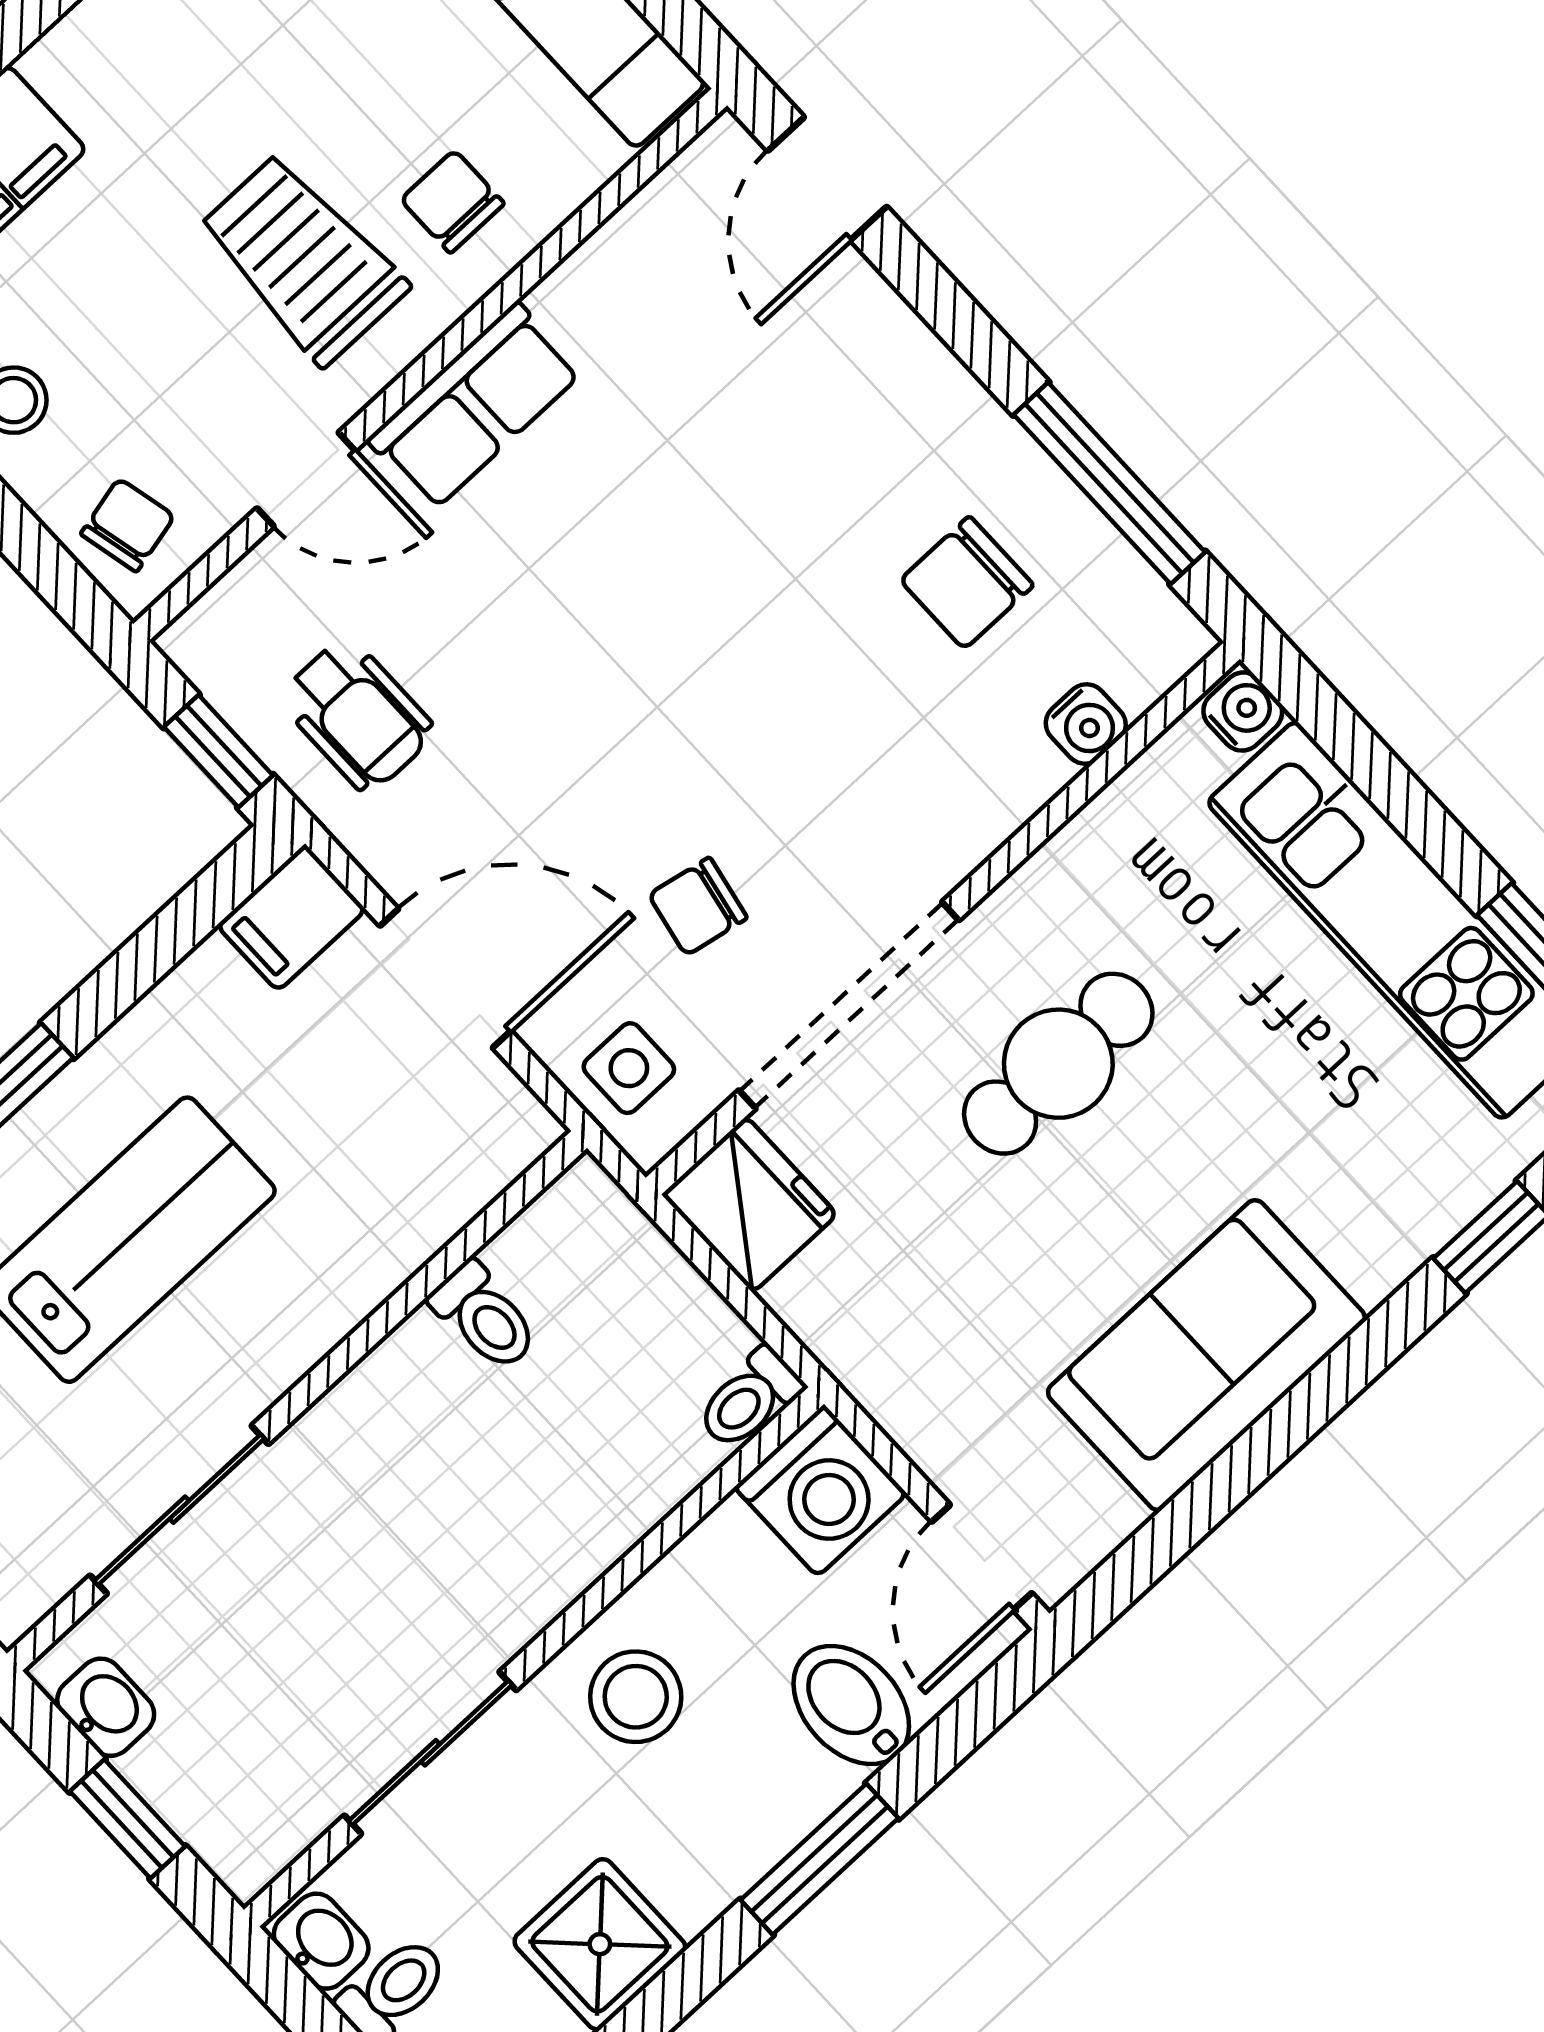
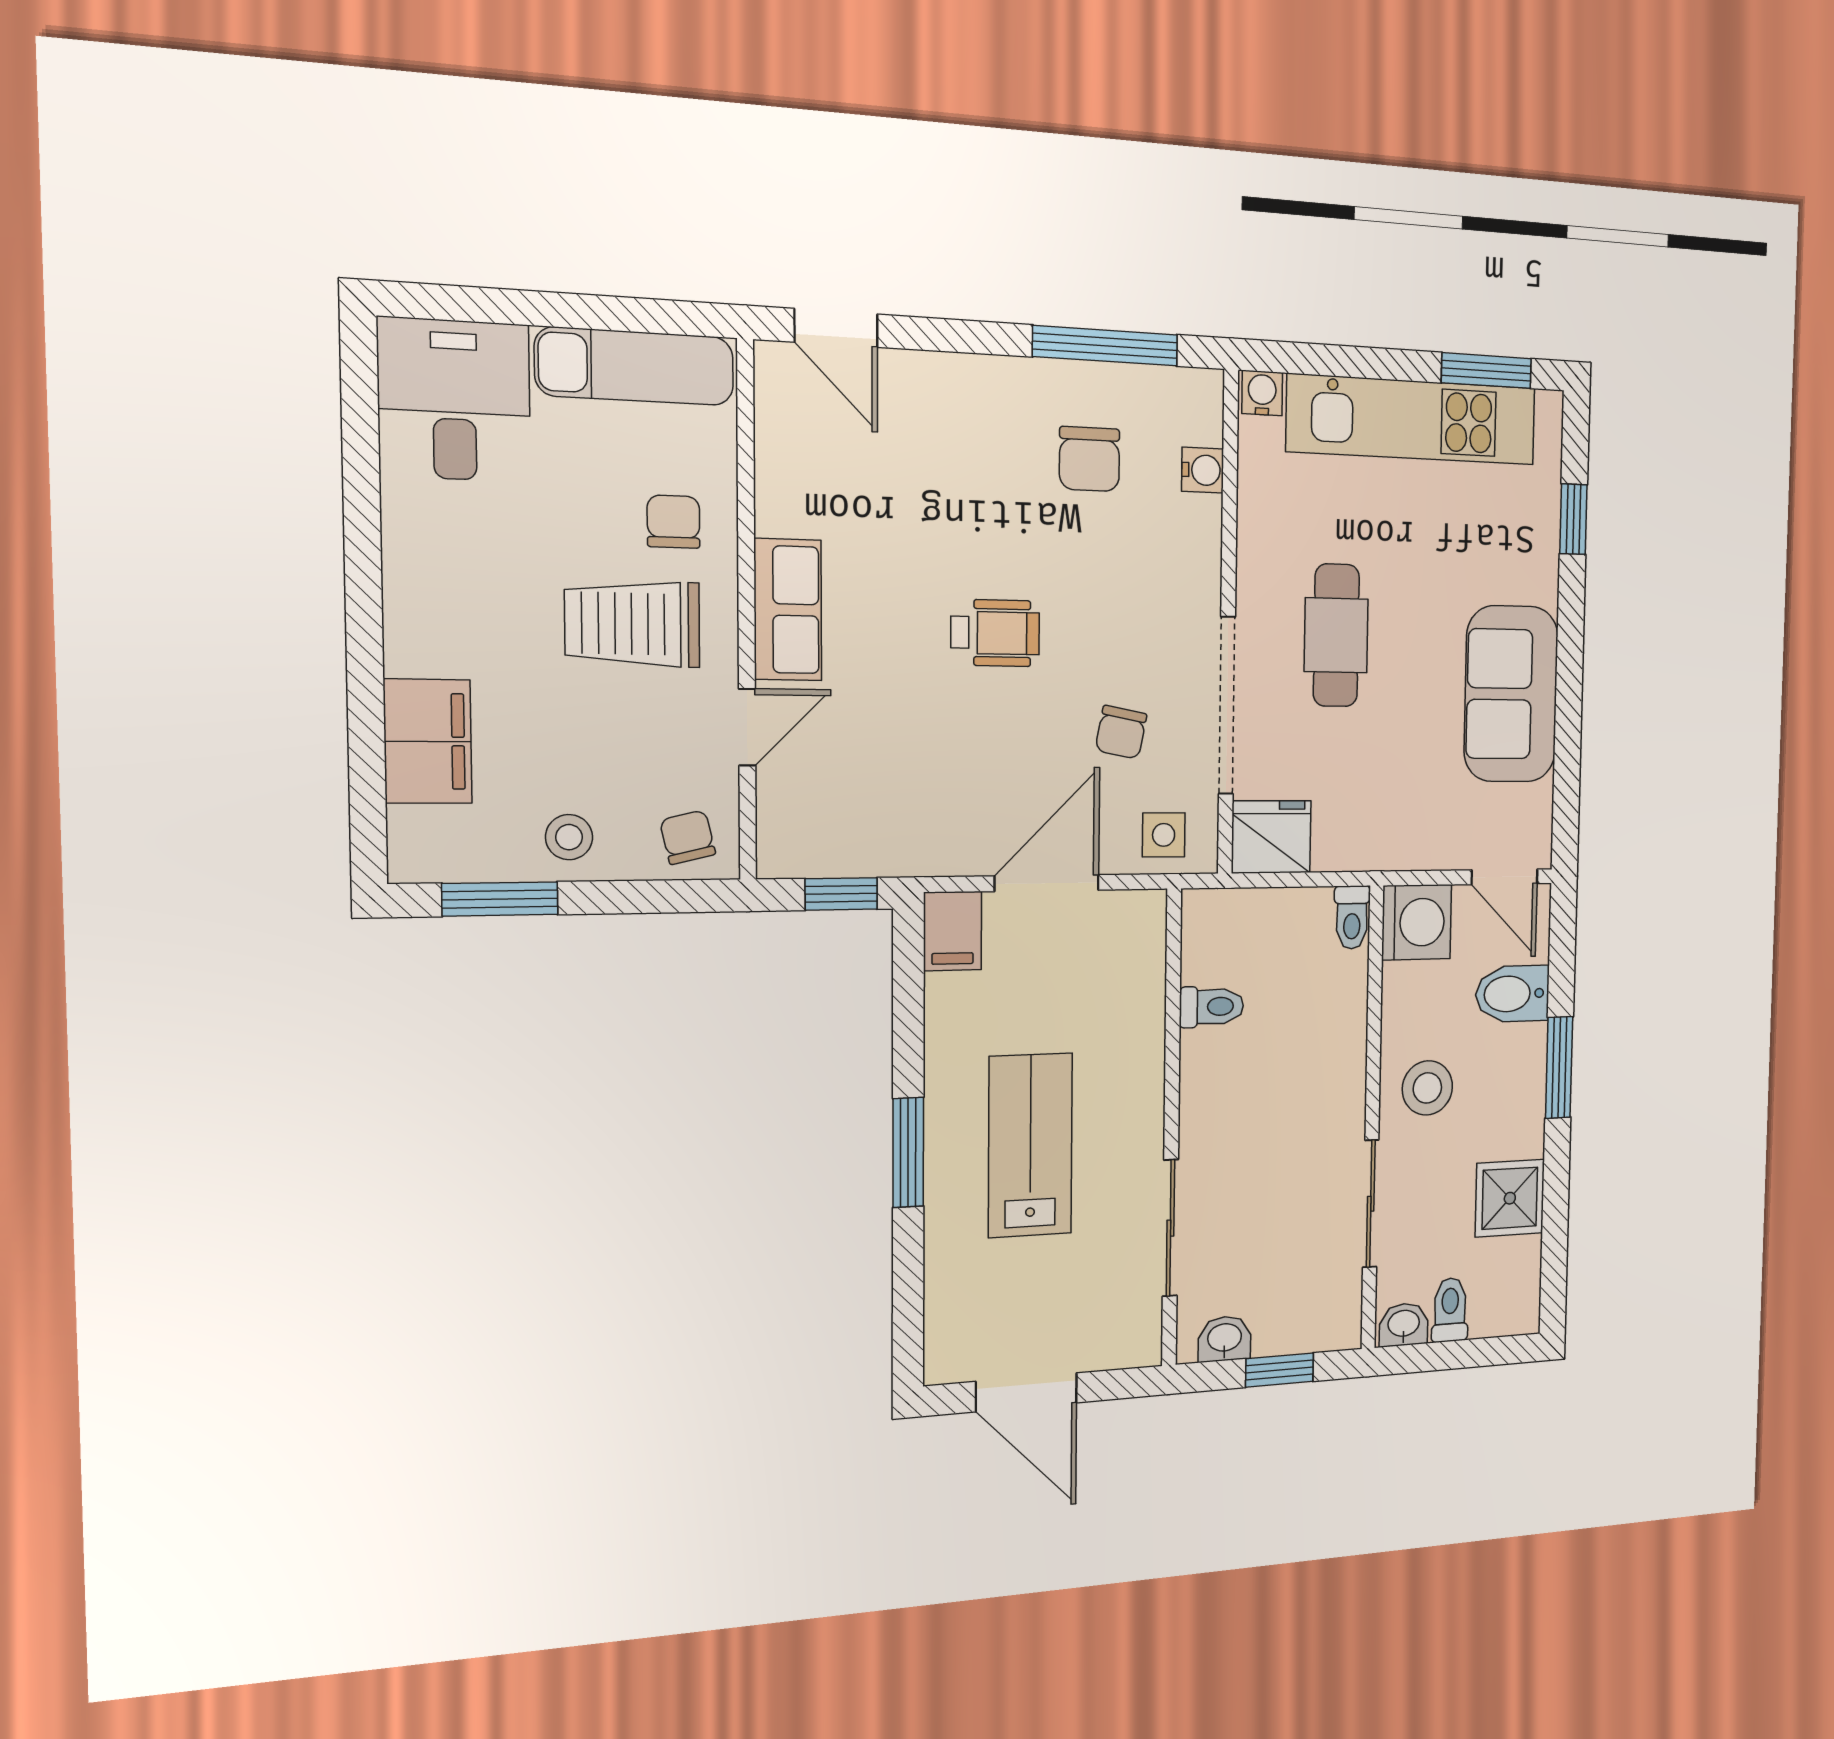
chair: (452, 202) -> (673, 522), turned 90
wheelchair: (357, 715) -> (995, 633), moved

